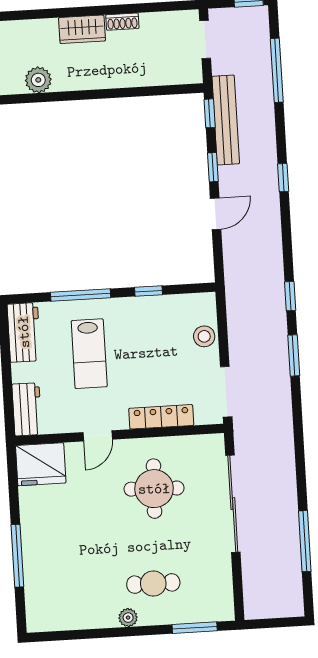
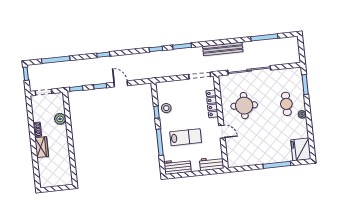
plant: (38, 80) -> (60, 119), moved
bench: (226, 120) -> (223, 49), moved
stool: (204, 336) -> (166, 108), moved
fridge: (41, 464) -> (301, 149), moved, turned 180

